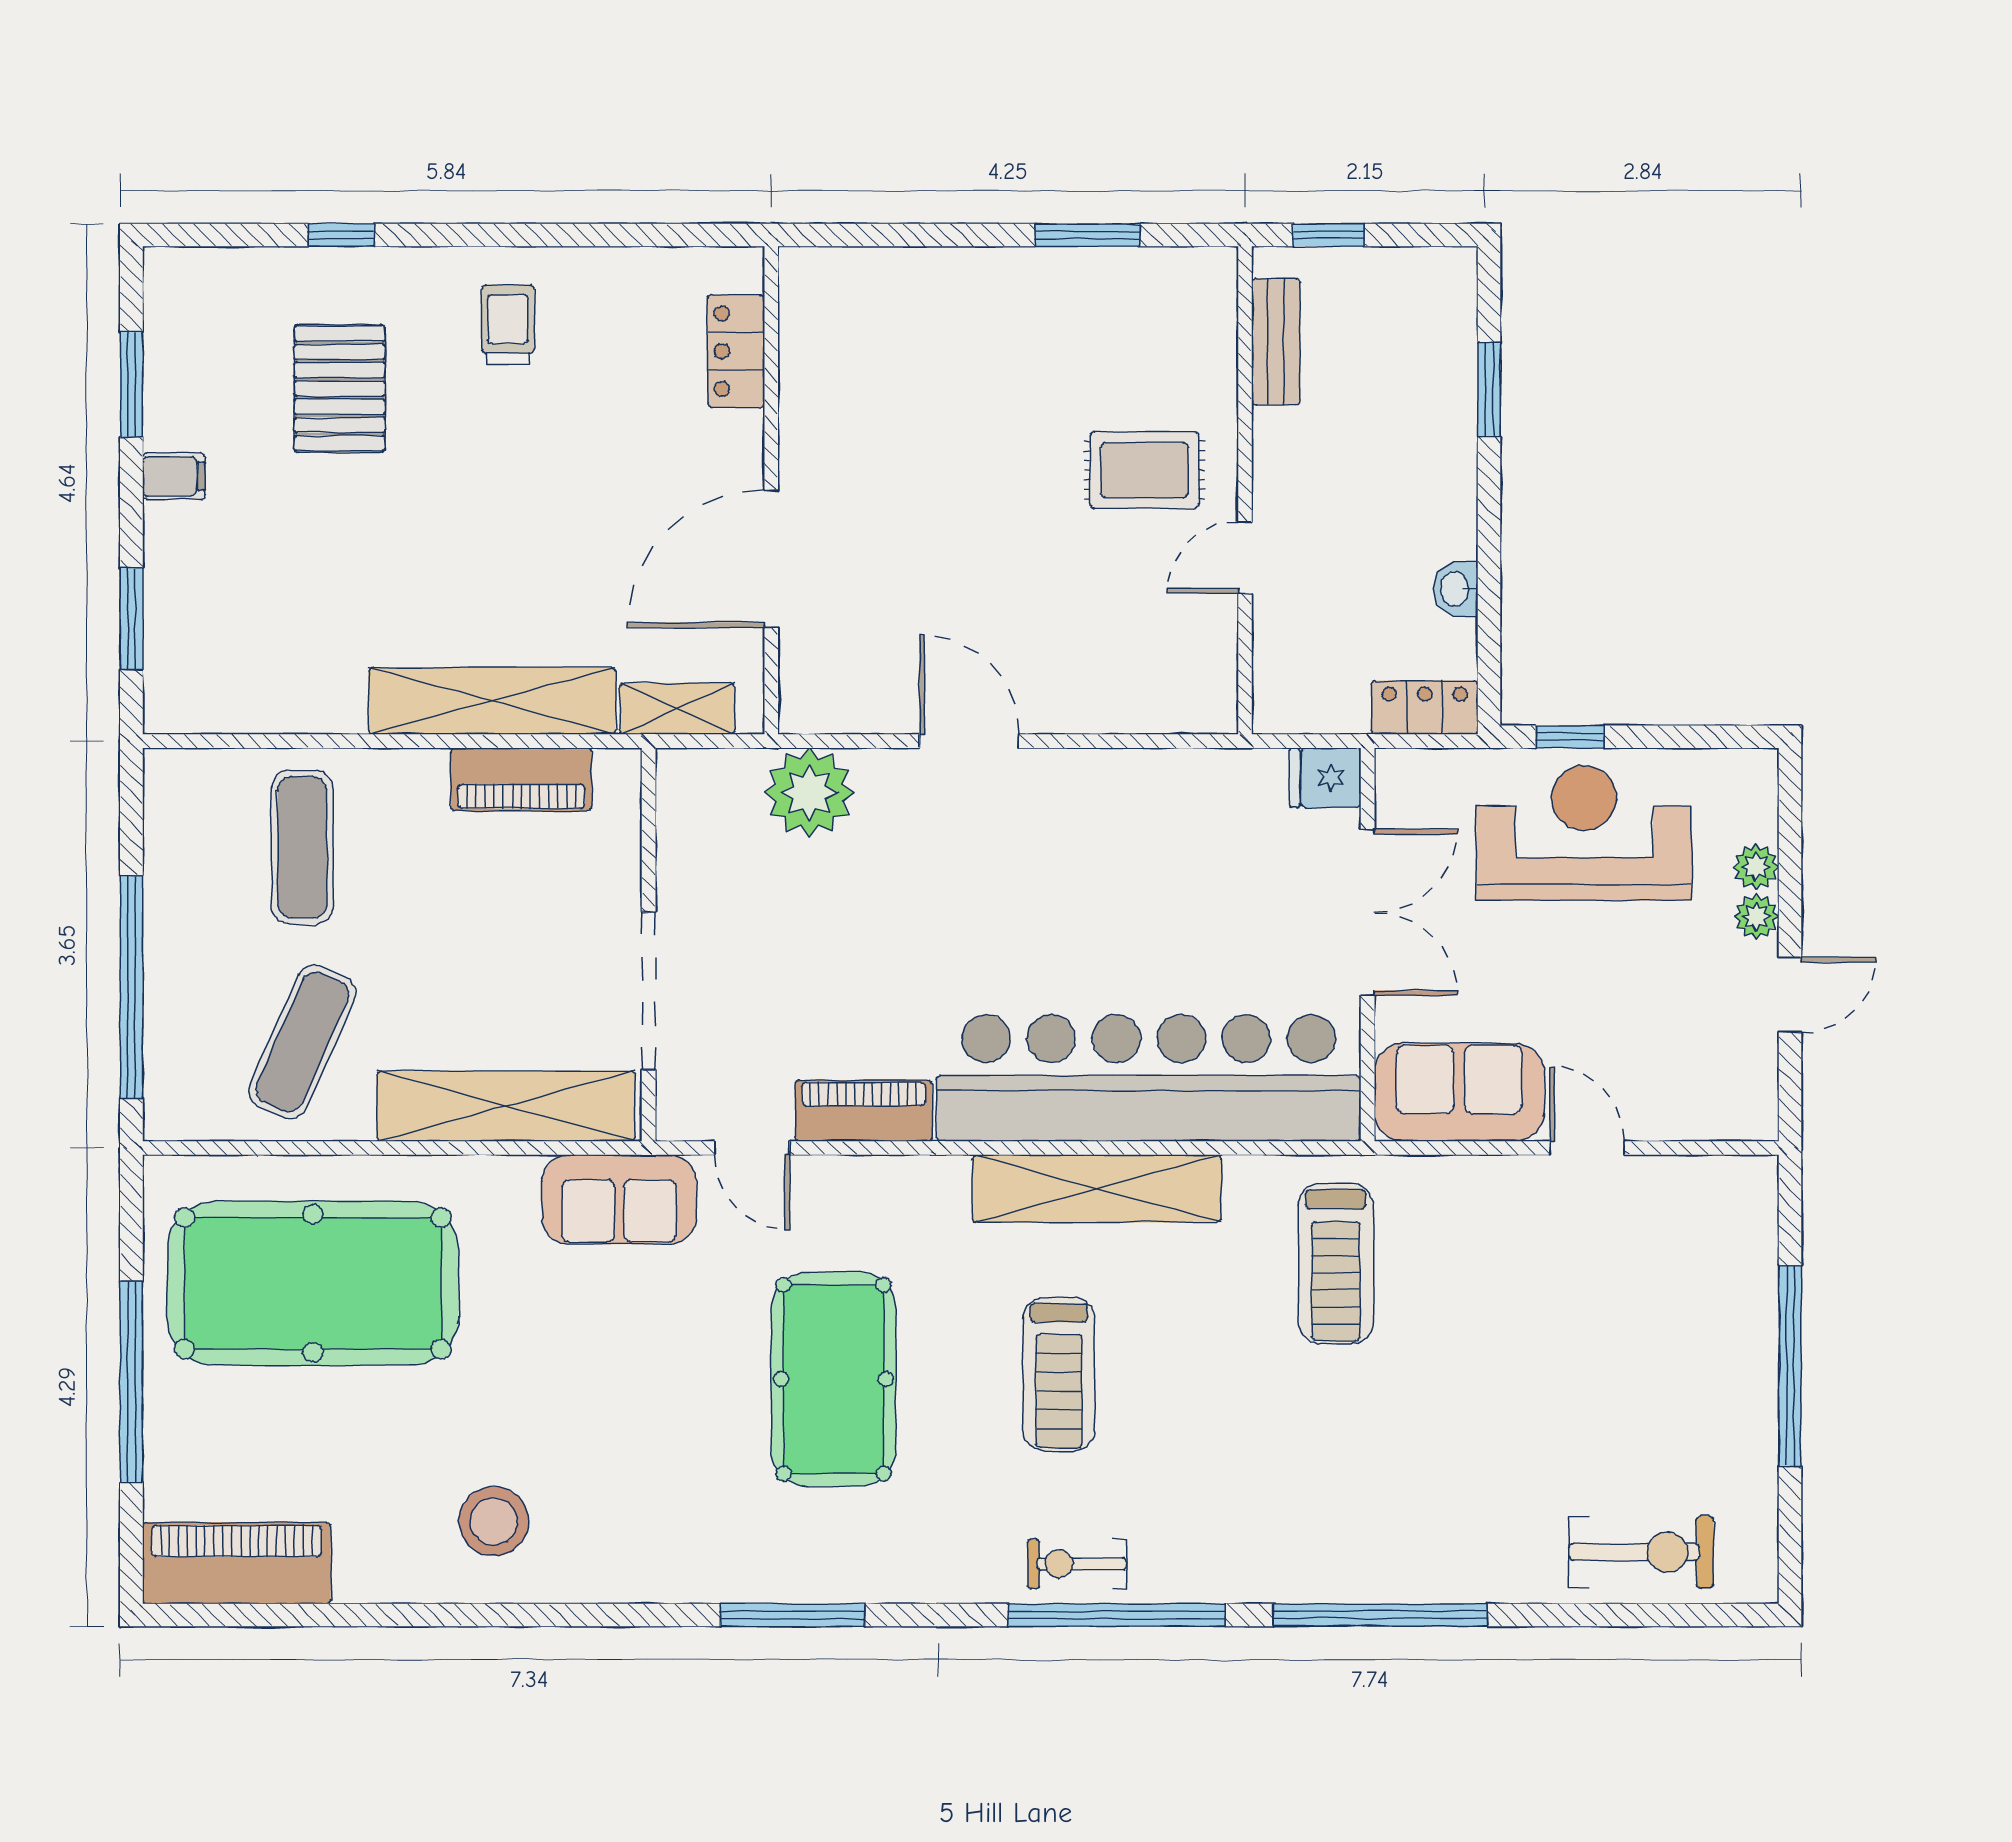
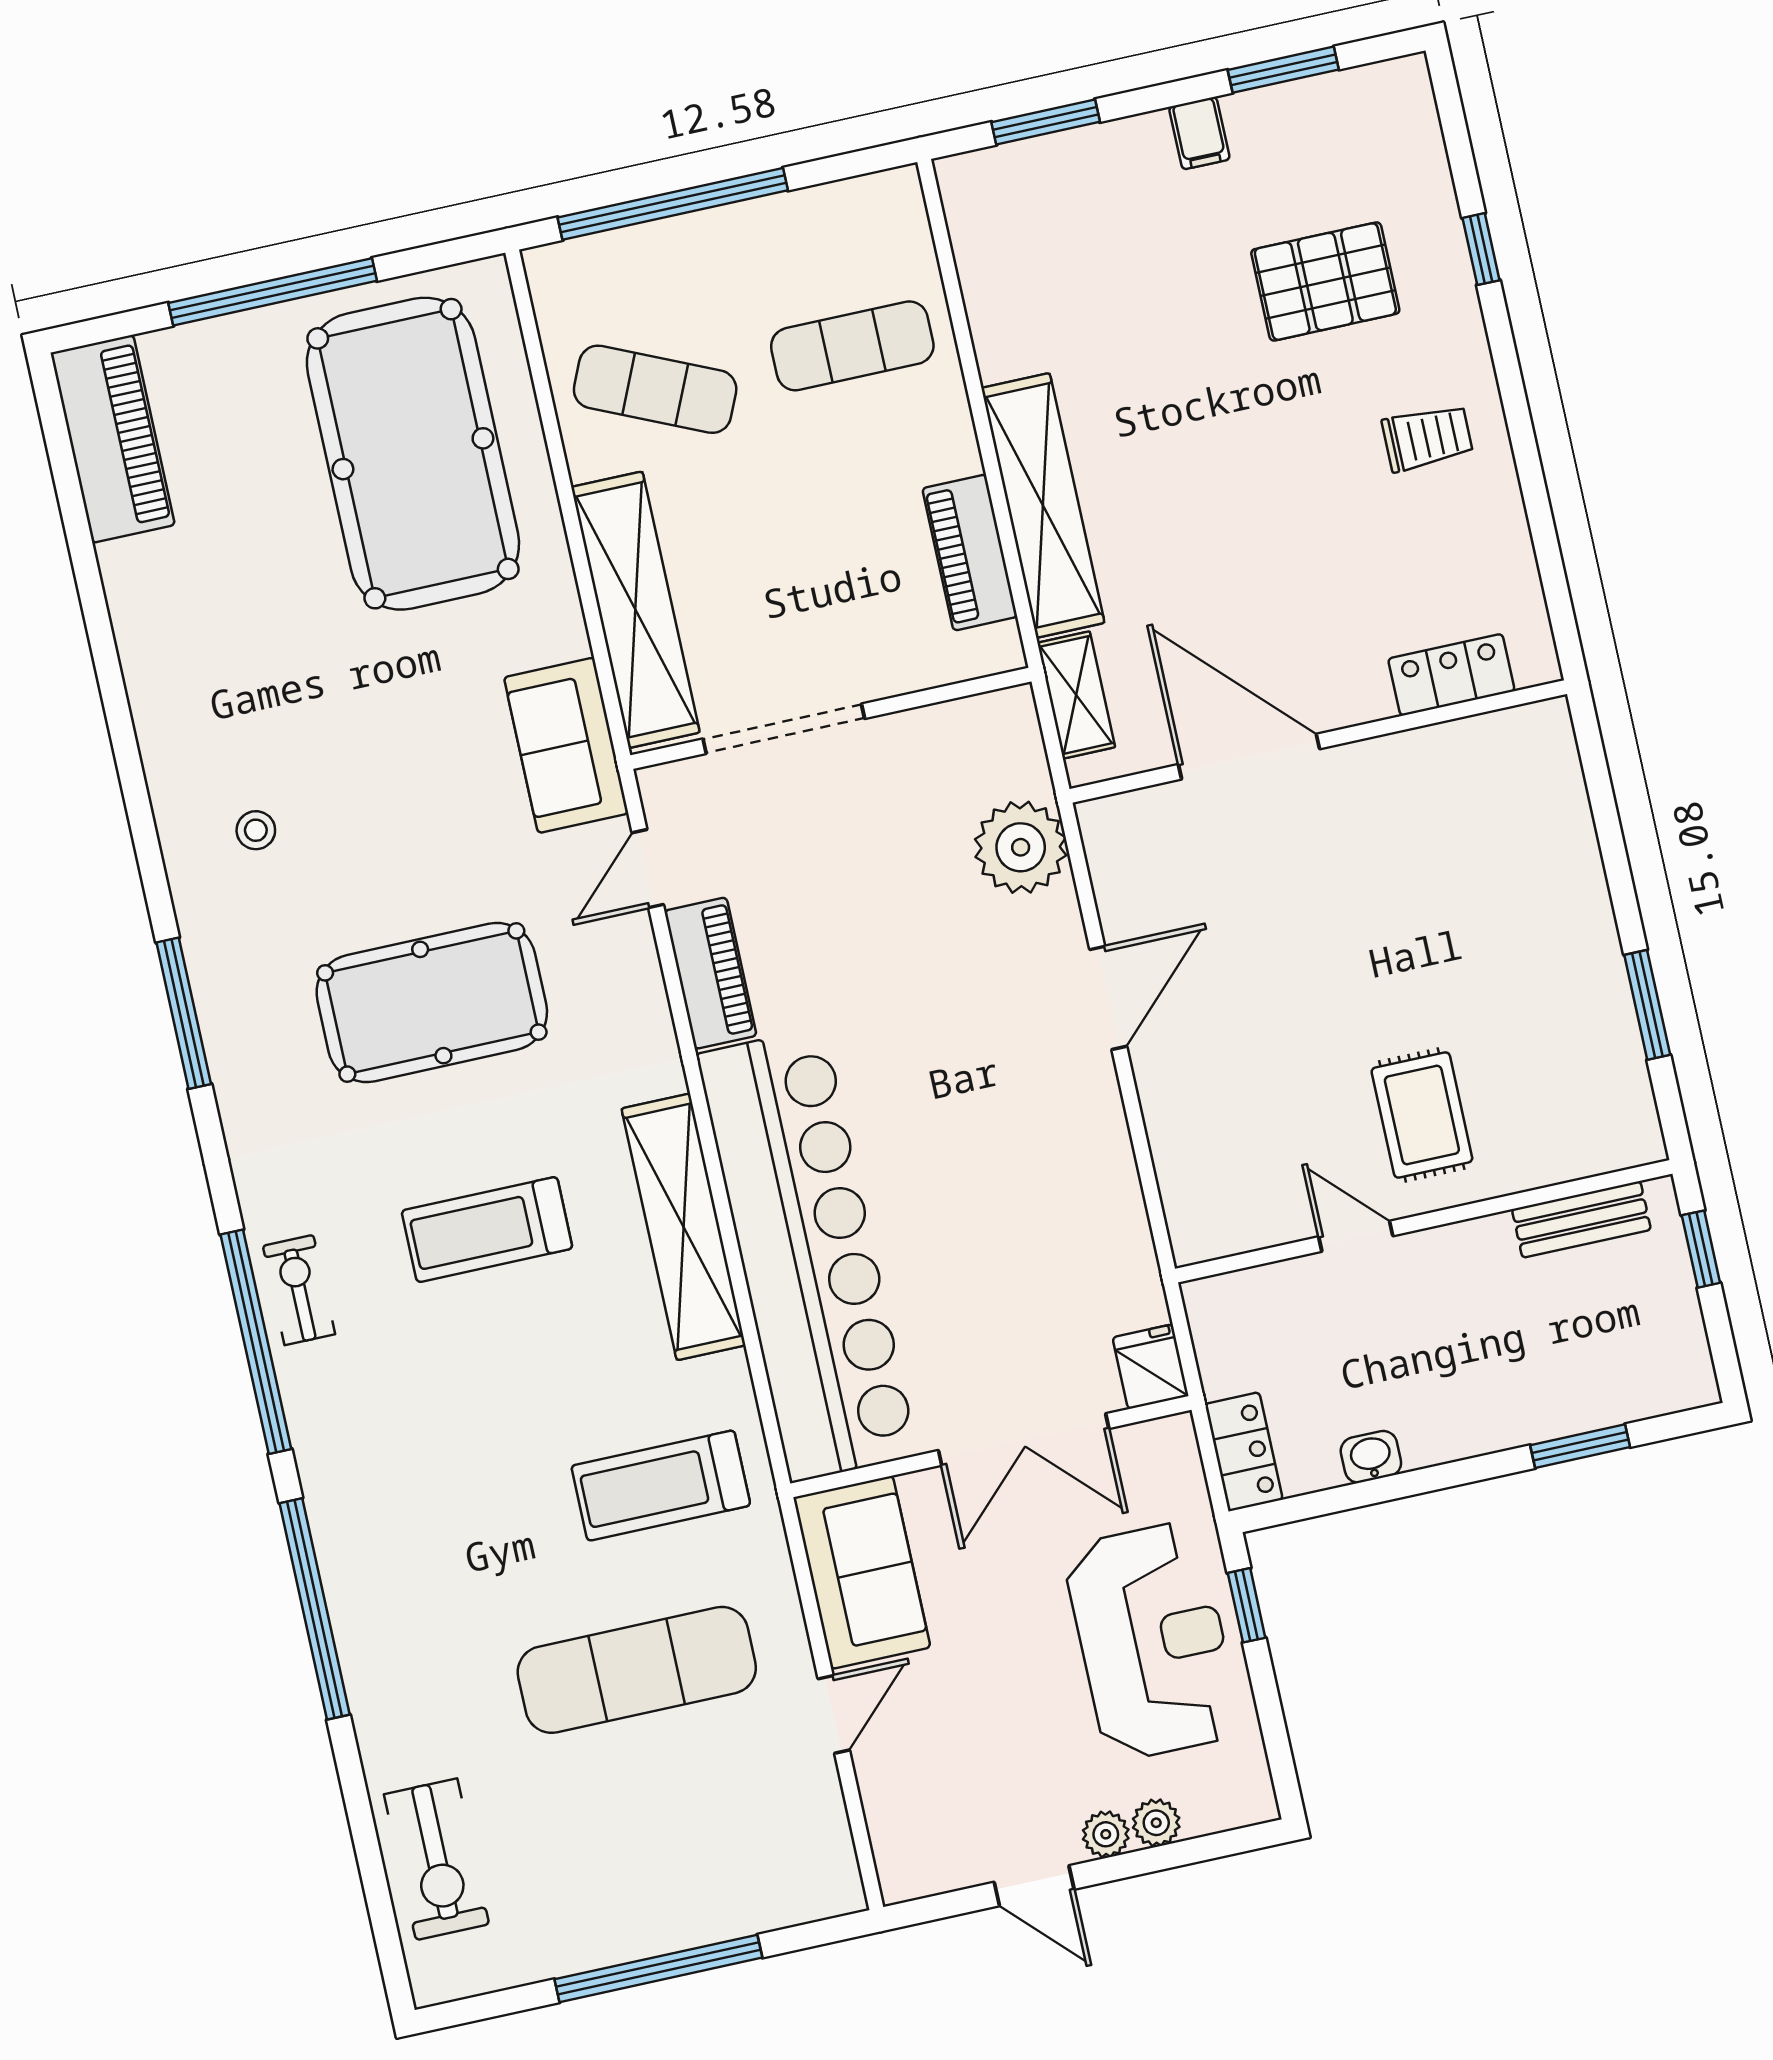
exercise mat: (1505, 1324) -> (637, 1670), added
stool: (494, 1521) -> (256, 830), moved, width x0.53, depth x0.53

